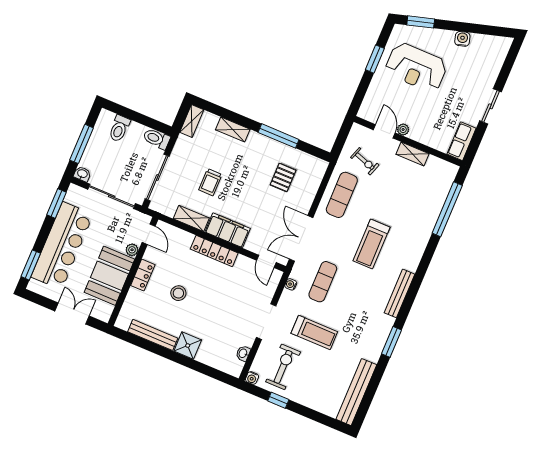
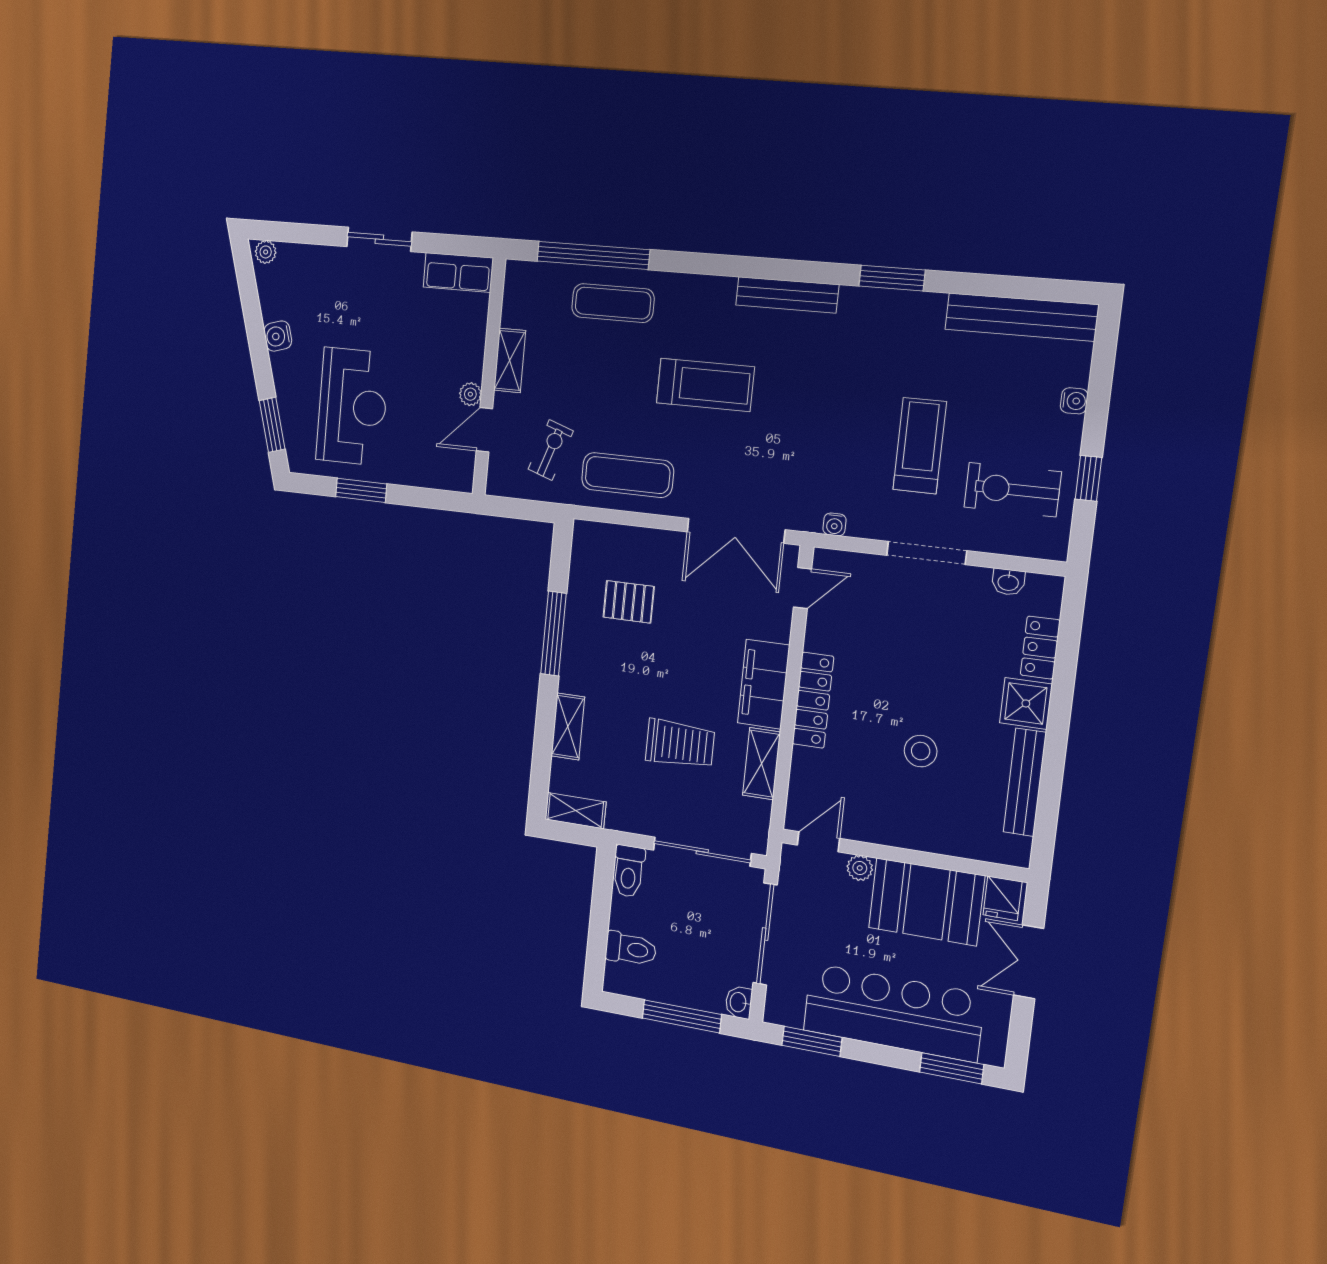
plant: (505, 45) -> (266, 252), added
trolley: (210, 182) -> (680, 744), width x1.36, depth x1.39
locker: (143, 275) -> (1040, 648), moved, turned -90
exercise mat: (323, 282) -> (613, 303), moved
fridge: (103, 310) -> (1002, 898), added
water cooler: (252, 378) -> (1074, 401), moved

